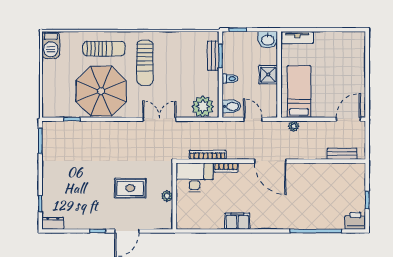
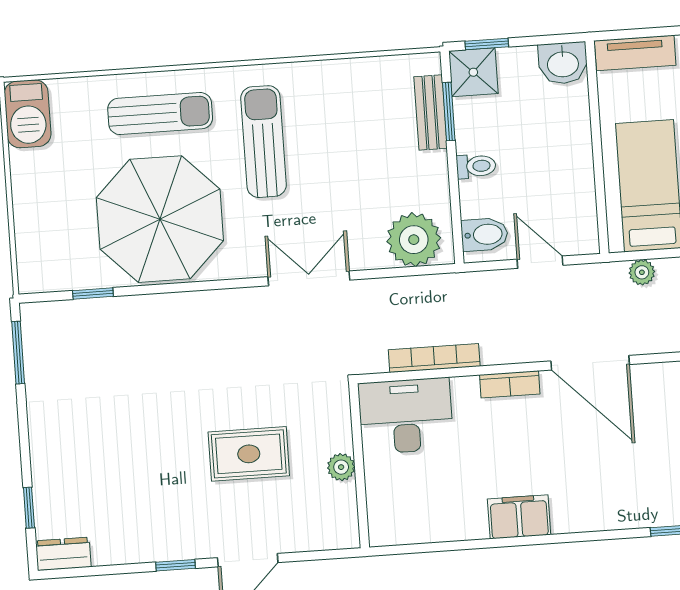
sun lounger: (145, 63) -> (264, 142), turned 180
shower: (268, 75) -> (473, 72), moved
bookcase: (226, 168) -> (510, 384), moved

